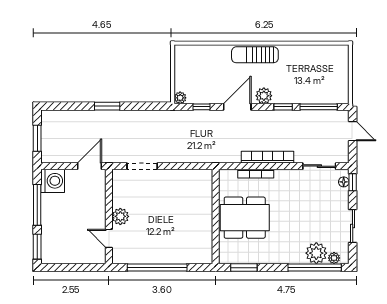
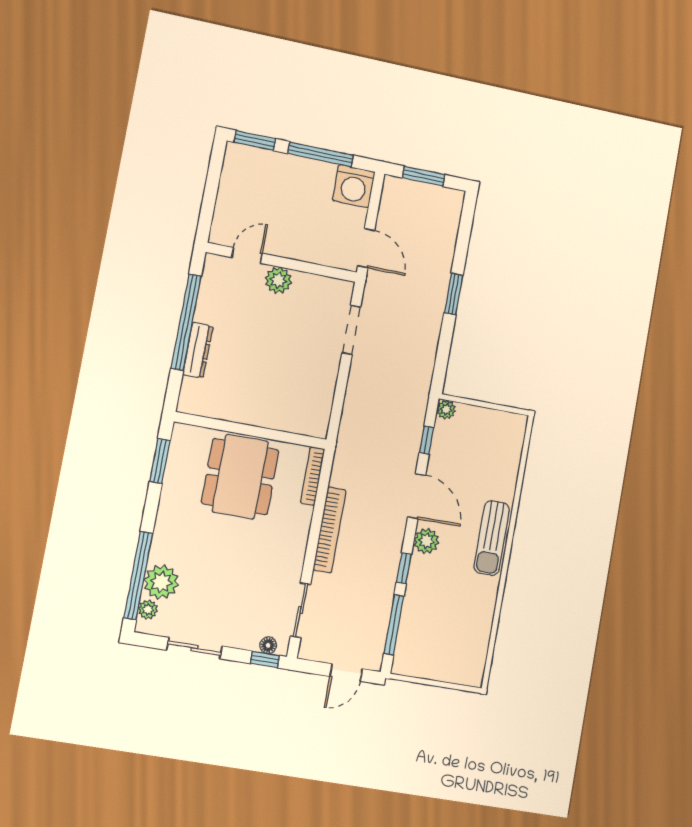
sun lounger: (255, 55) -> (492, 538), turned 180
bookcase: (256, 174) -> (313, 476), moved
dresser: (173, 257) -> (198, 350), added

